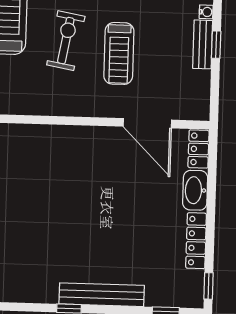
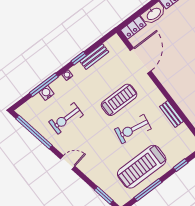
bench: (203, 44) -> (94, 57), moved
bench: (45, 107) -> (171, 114), added

